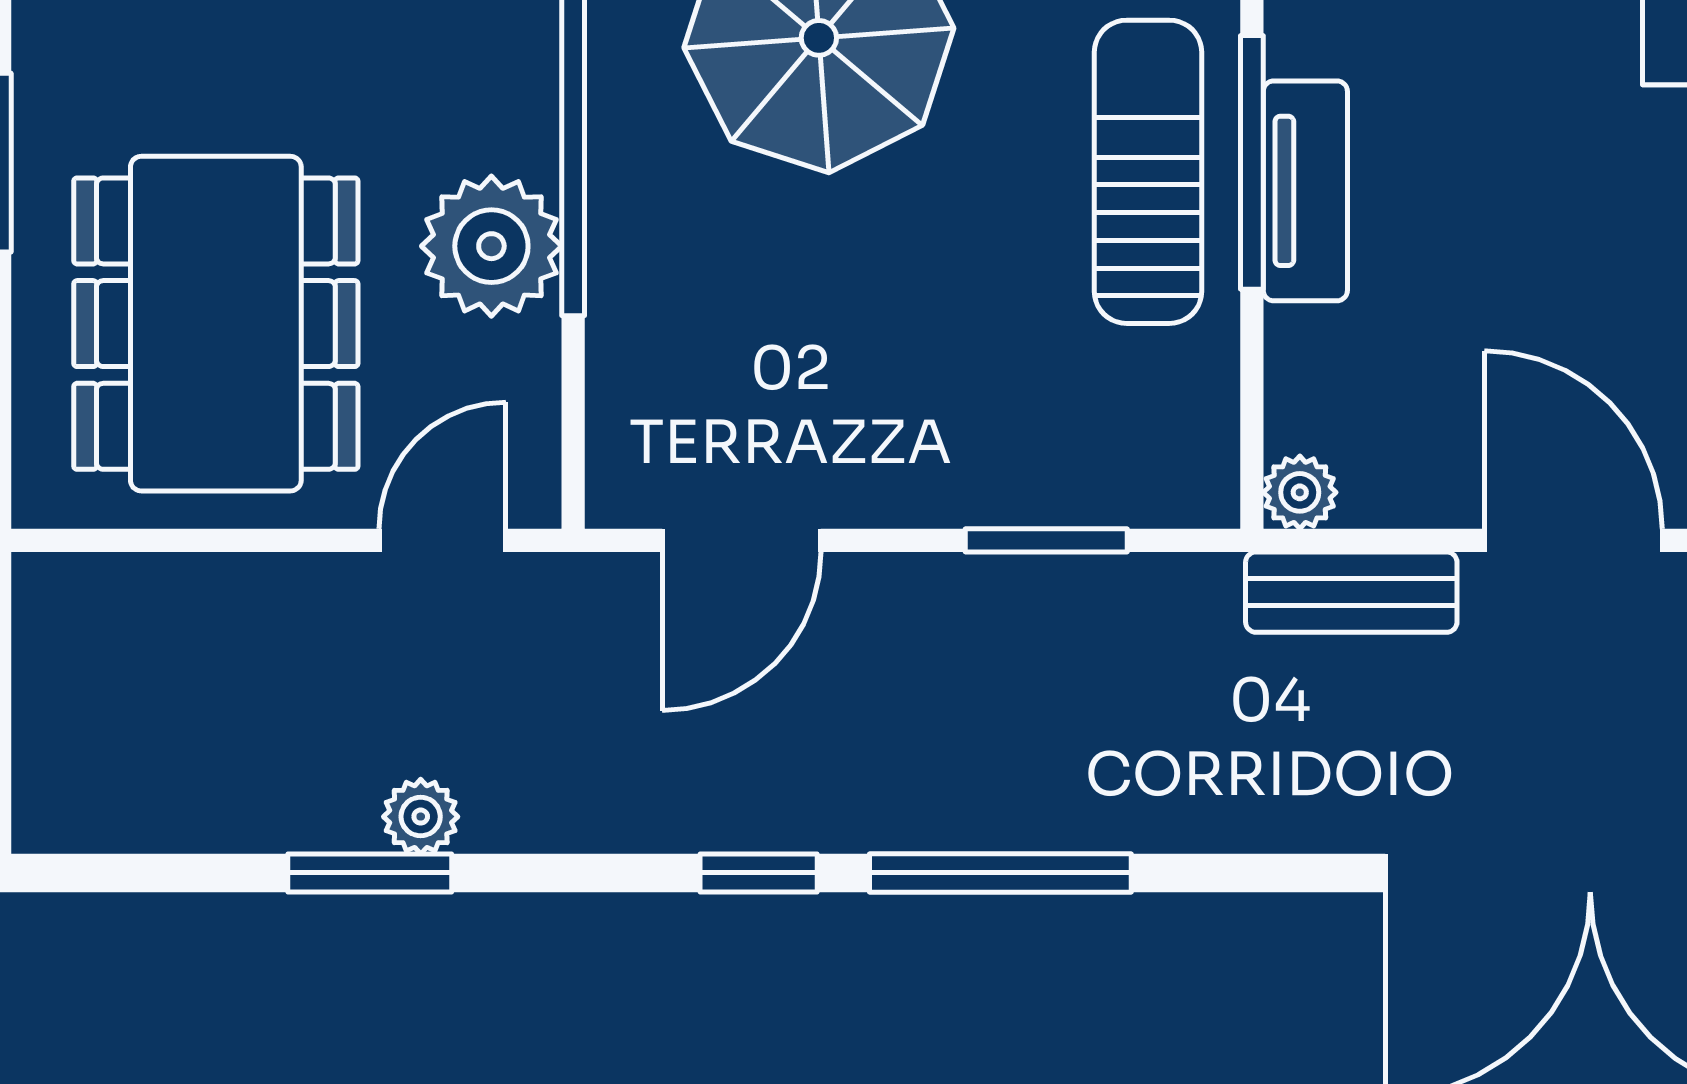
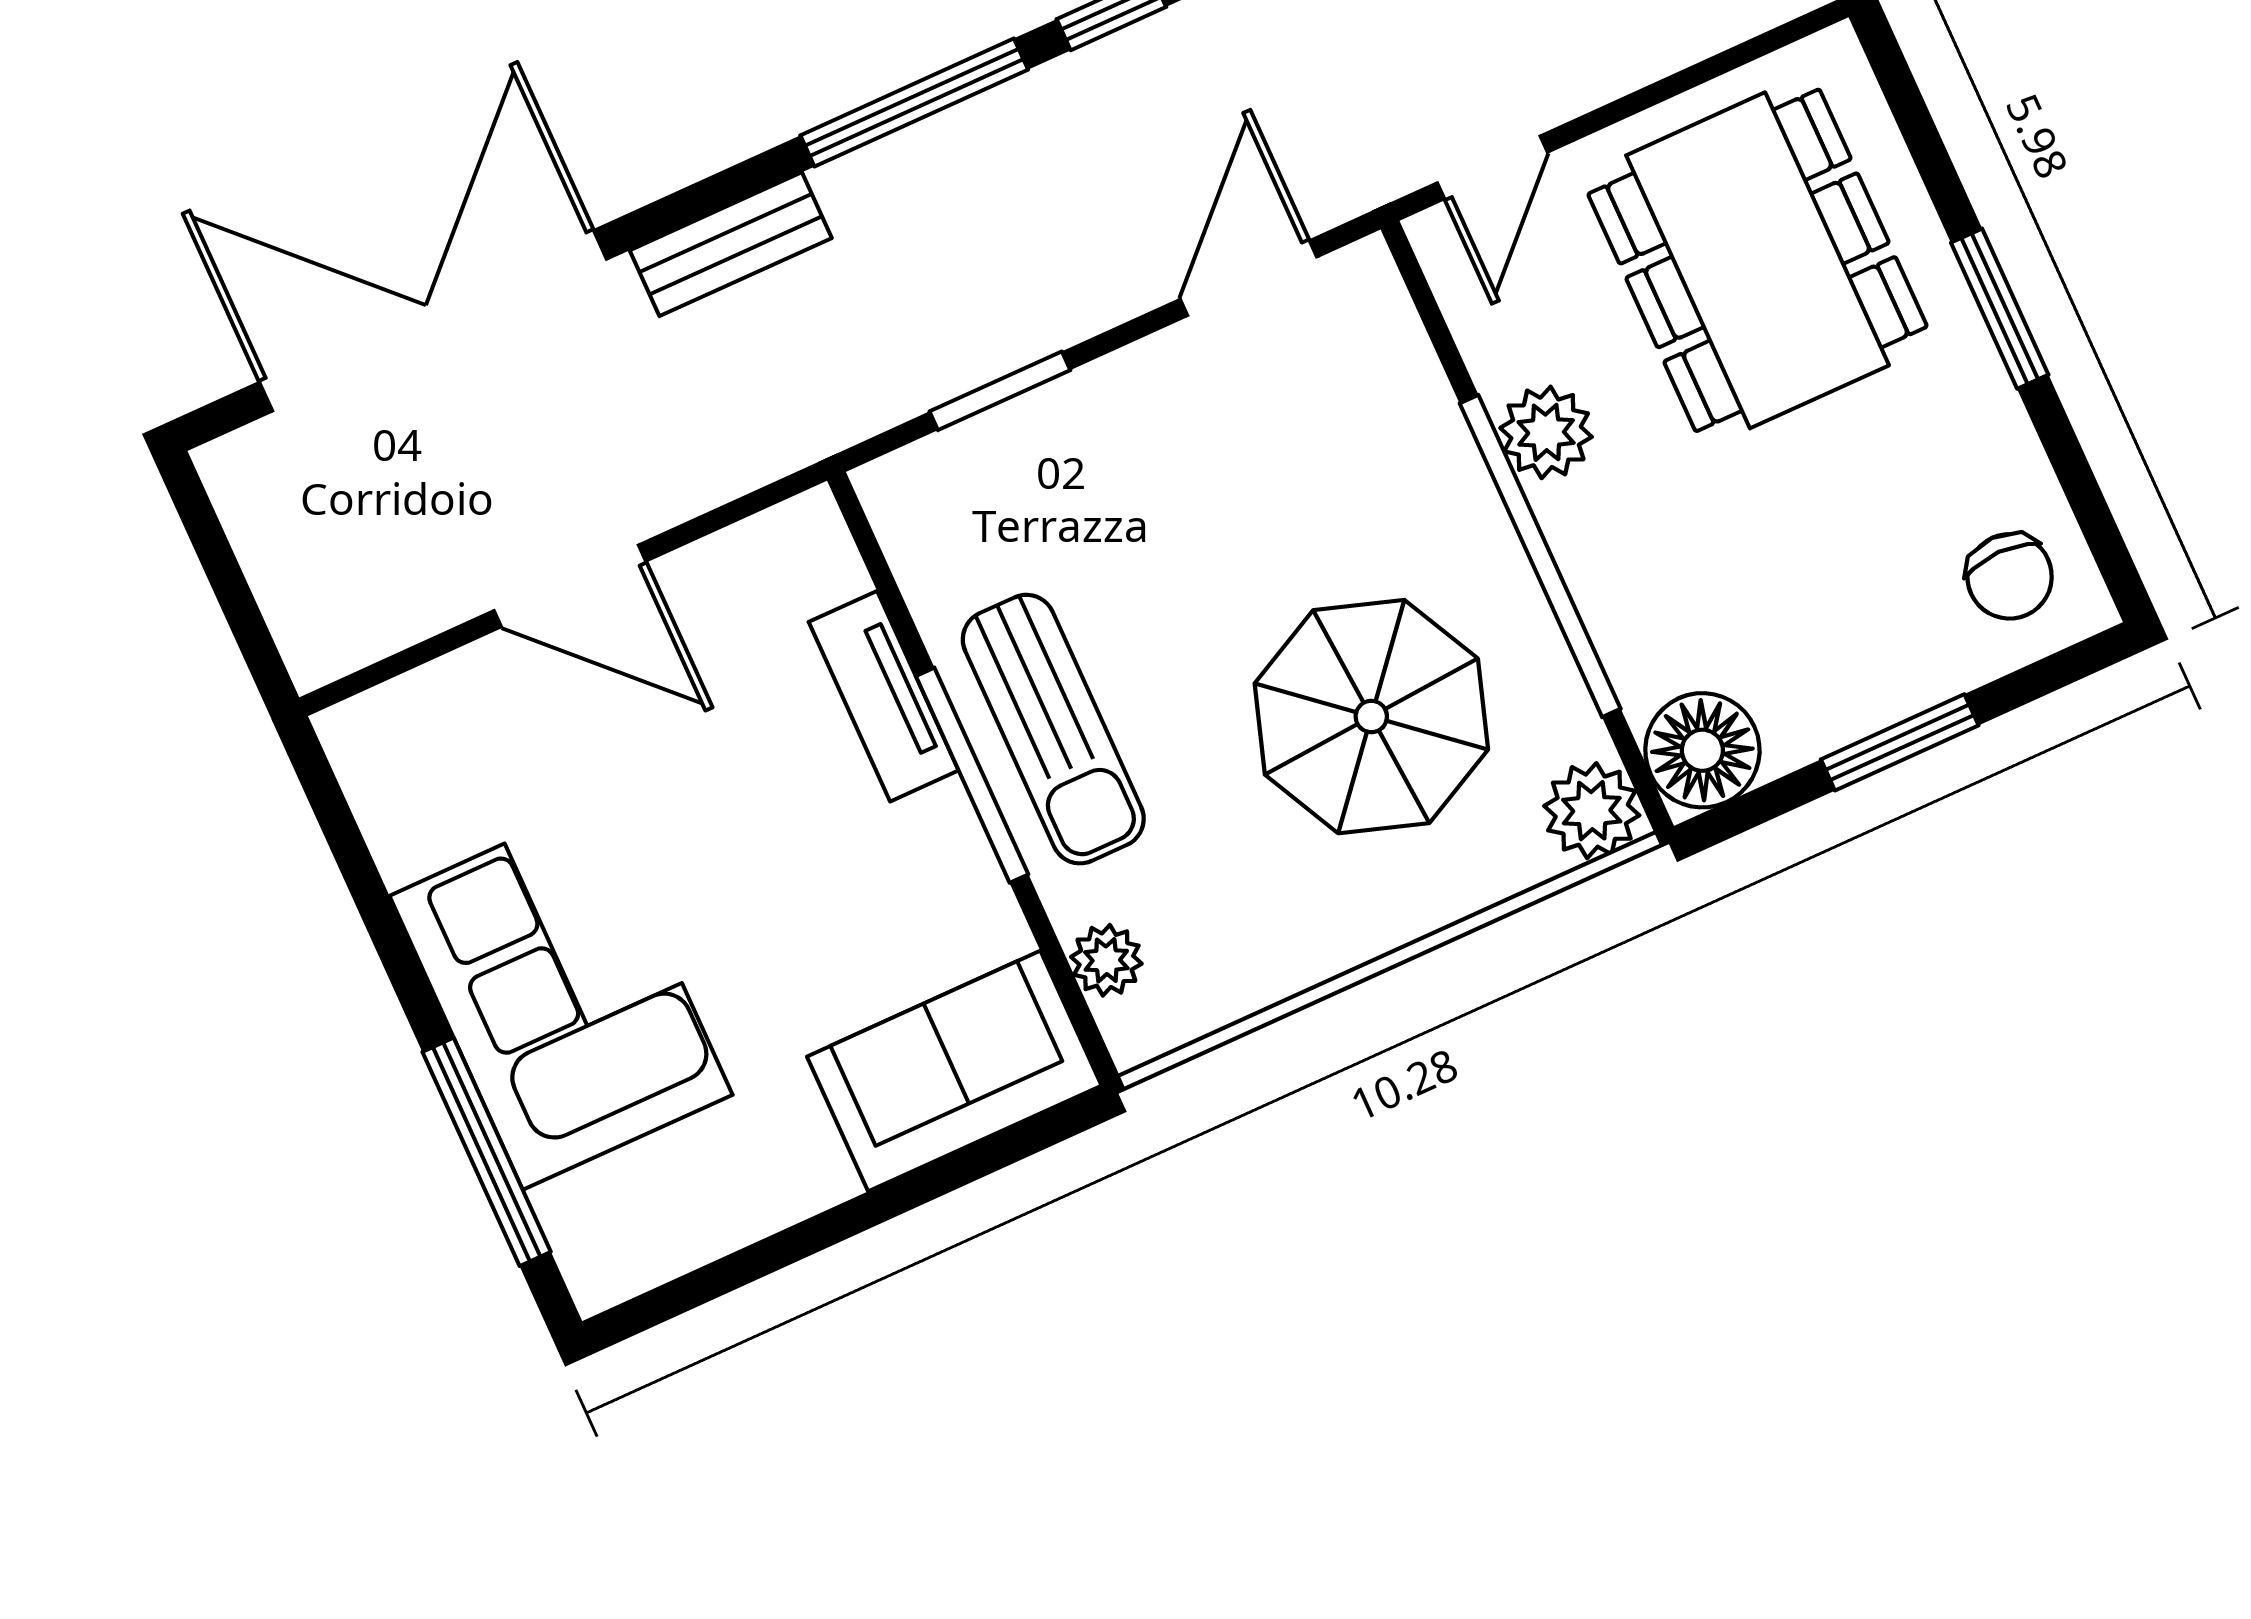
tv unit: (1305, 191) -> (884, 696), moved
plant: (491, 246) -> (1546, 432), width x0.73, depth x0.73
plant: (1300, 492) -> (811, 524), removed
bench: (1351, 592) -> (731, 244), moved

